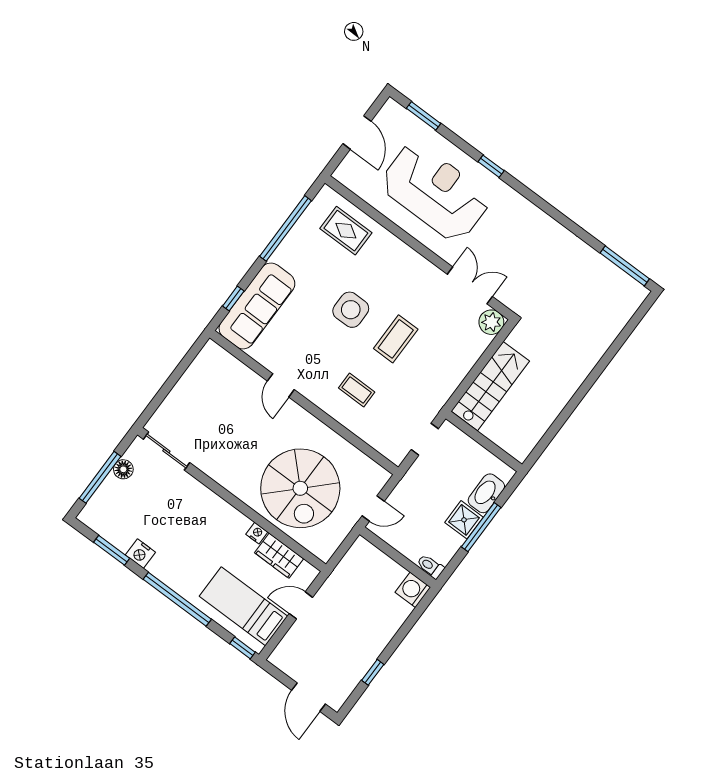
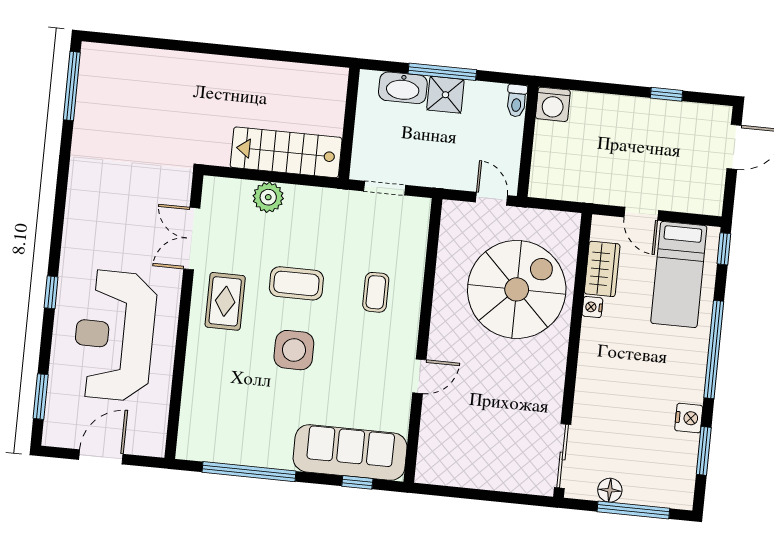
rug: (346, 231) -> (225, 301), moved
plant: (491, 322) -> (268, 197), moved

